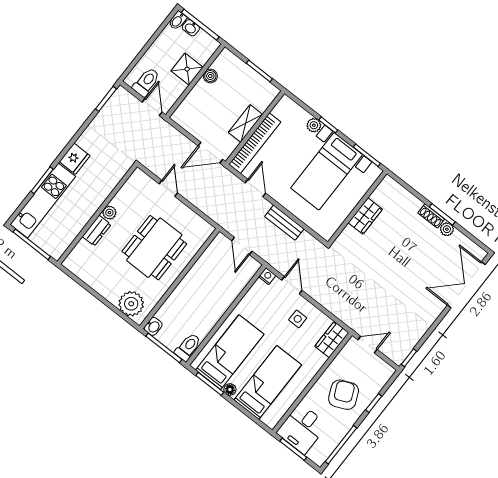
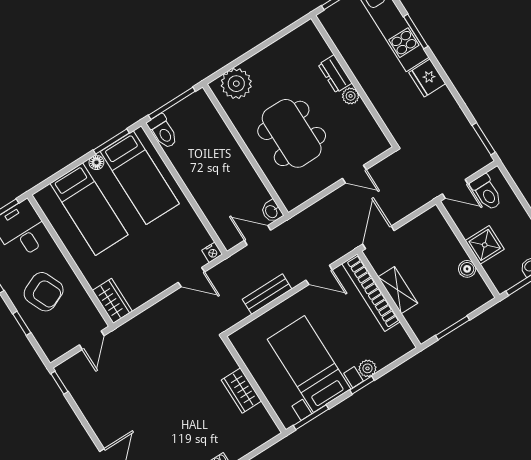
side table: (298, 319) -> (150, 270), removed
washbasin: (153, 326) -> (272, 211), moved

